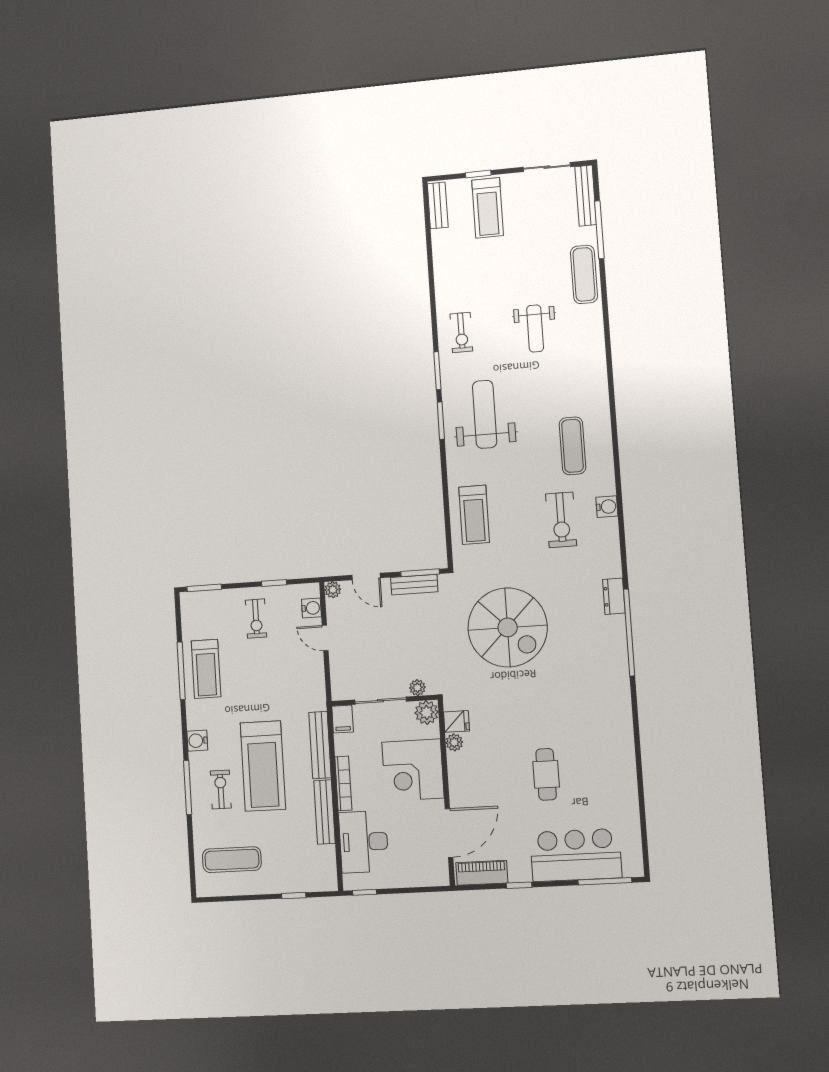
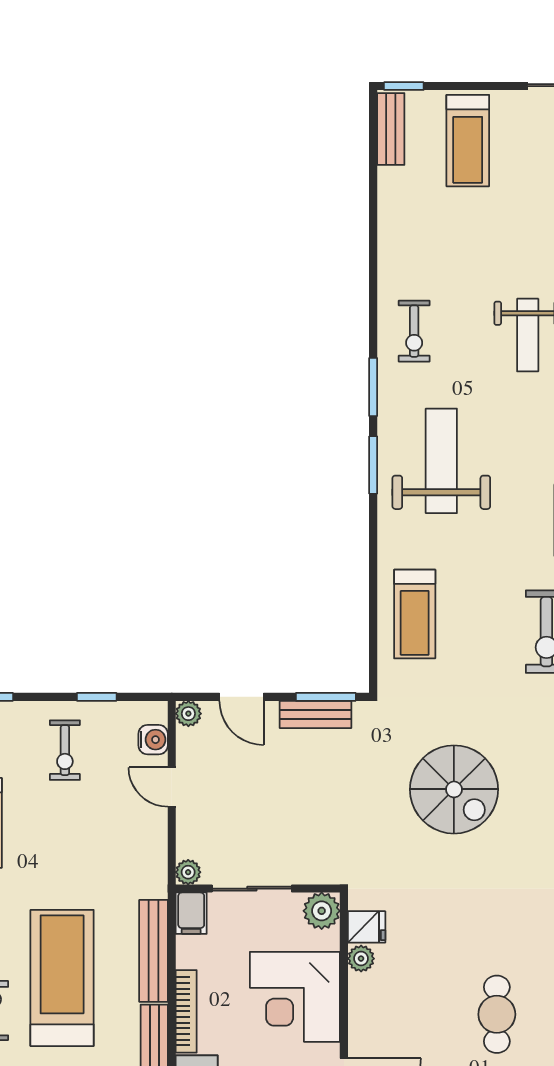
window: (478, 174) -> (404, 86), moved
spiral stairs: (508, 627) -> (454, 789), width x0.73, depth x0.73
plant: (417, 688) -> (188, 872), moved
treadmill: (263, 766) -> (62, 978), turned 180

